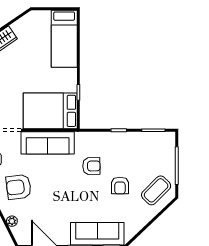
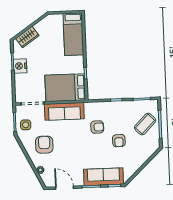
armchair: (19, 187) -> (44, 145), turned 97
coffee table: (156, 190) -> (145, 124), moved

